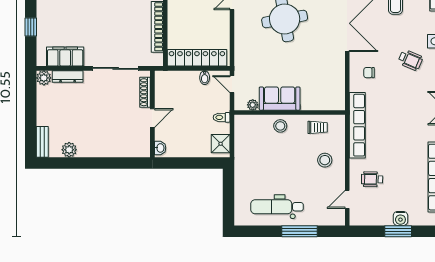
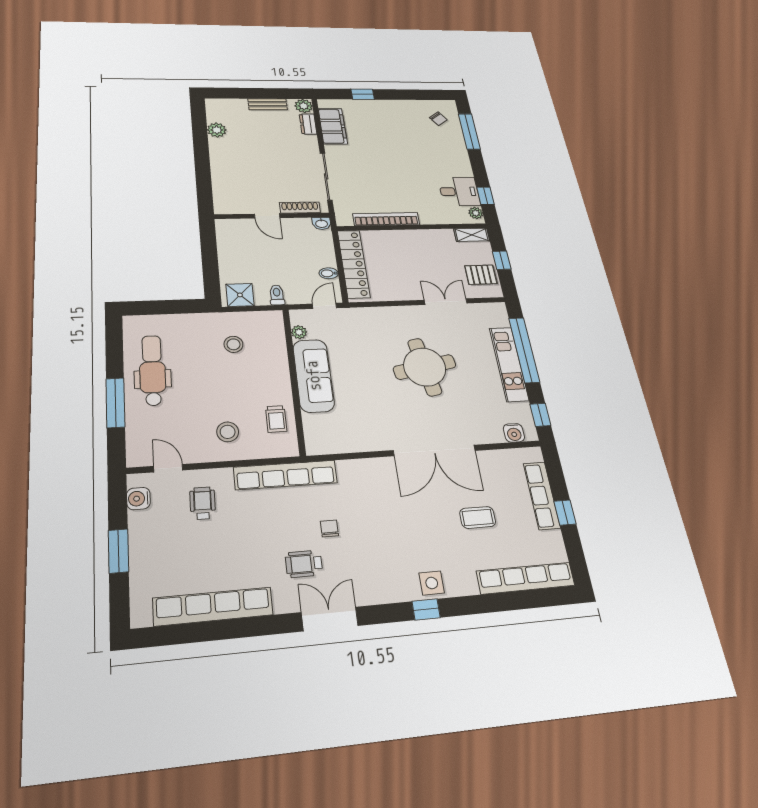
wheelchair: (410, 60) -> (304, 564), moved, turned 67
chair: (369, 73) -> (329, 528), moved
dresser: (68, 76) -> (308, 124), width x0.70
sofa: (280, 99) -> (313, 376), width x1.36
stool: (280, 126) -> (233, 344), moved
bench: (42, 142) -> (268, 104), moved
washbasin: (160, 148) -> (322, 223), moved
water cooler: (400, 218) -> (138, 499), moved

